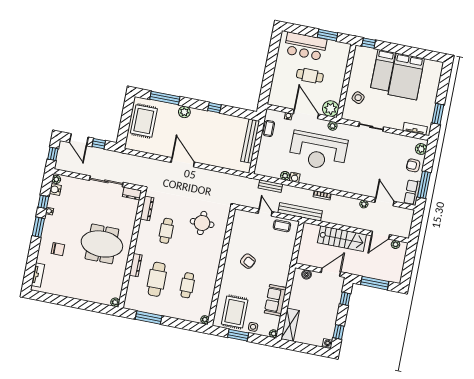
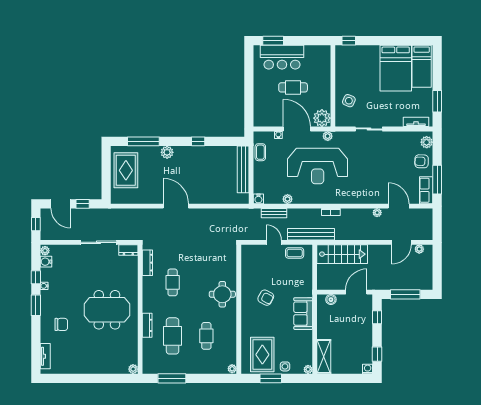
window: (327, 35) -> (273, 41), moved
bed: (383, 70) -> (422, 66), moved
water cooler: (295, 177) -> (258, 199), moved
round table: (202, 223) -> (222, 294), moved
stairs: (342, 239) -> (342, 254), moved
sofa: (275, 300) -> (303, 314), moved

